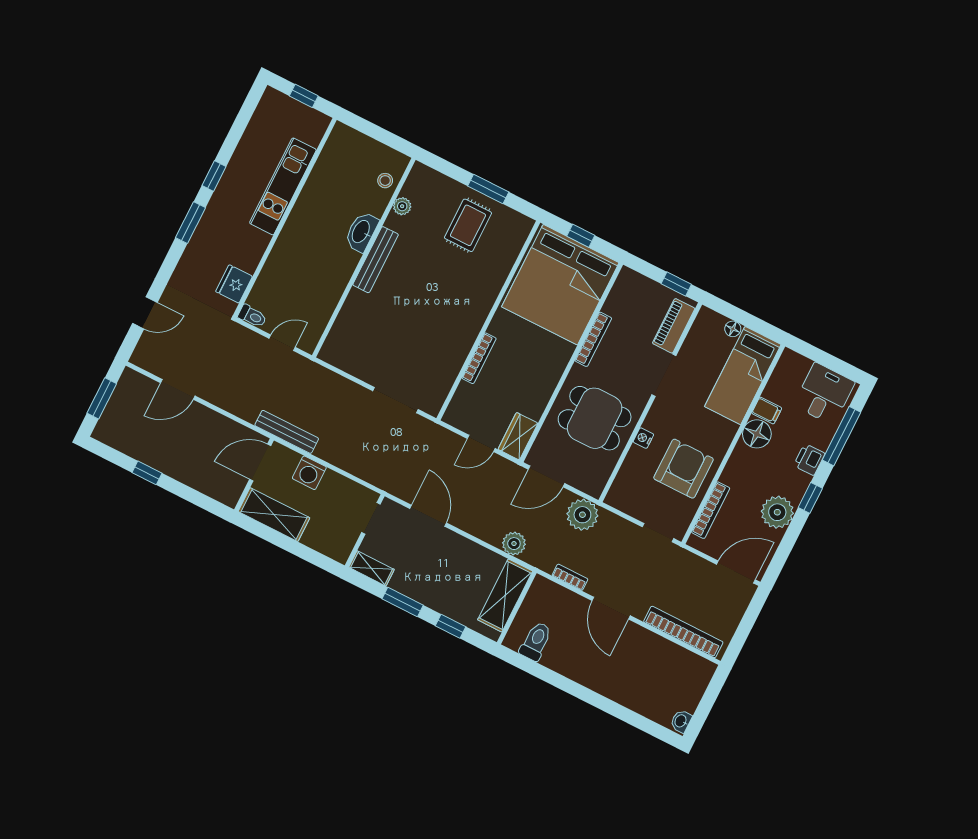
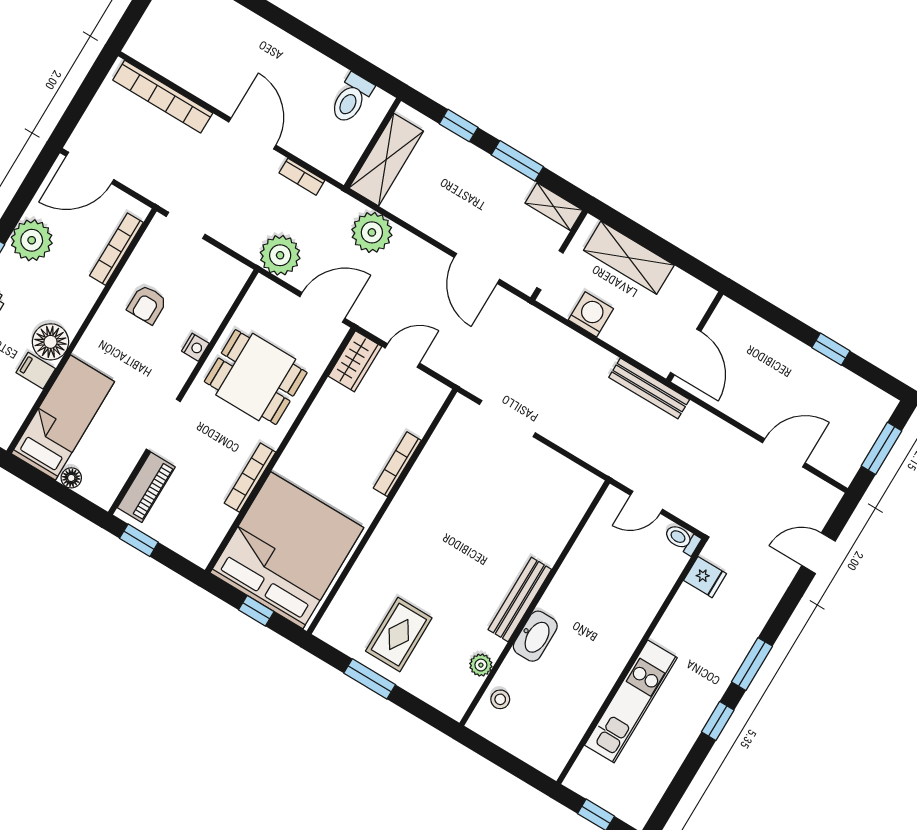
fridge: (234, 284) -> (705, 577), width x0.72
door: (260, 463) -> (686, 352), hinge flipped
armchair: (684, 469) -> (147, 305), width x0.53, depth x0.53
washing machine: (309, 473) -> (591, 314), moved
shelving: (274, 515) -> (629, 258), moved
plant: (514, 544) -> (372, 232), width x1.36, depth x1.36

